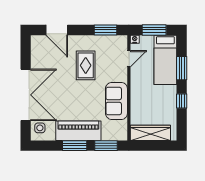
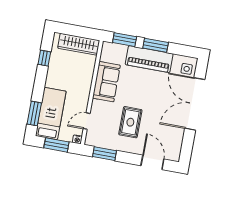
window: (182, 68) -> (34, 113), moved
window: (182, 101) -> (44, 58), moved

